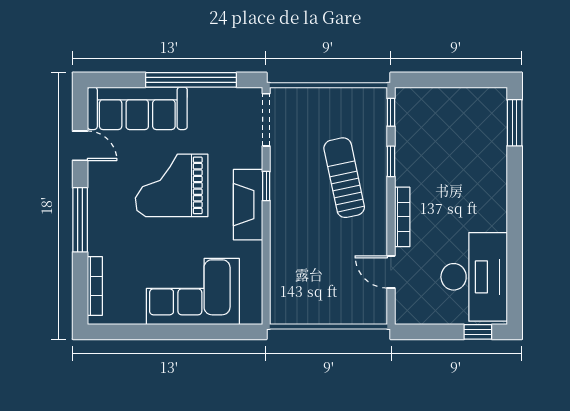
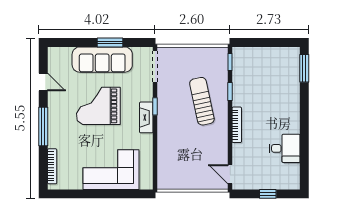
window: (191, 80) -> (110, 42), width x0.47
sofa: (137, 108) -> (102, 60), moved
fireplace: (248, 205) -> (146, 117), width x0.73, depth x0.76
door: (391, 272) -> (230, 174), moved
desk: (474, 277) -> (285, 148), width x0.53, depth x0.77
window: (478, 332) -> (268, 194), moved

